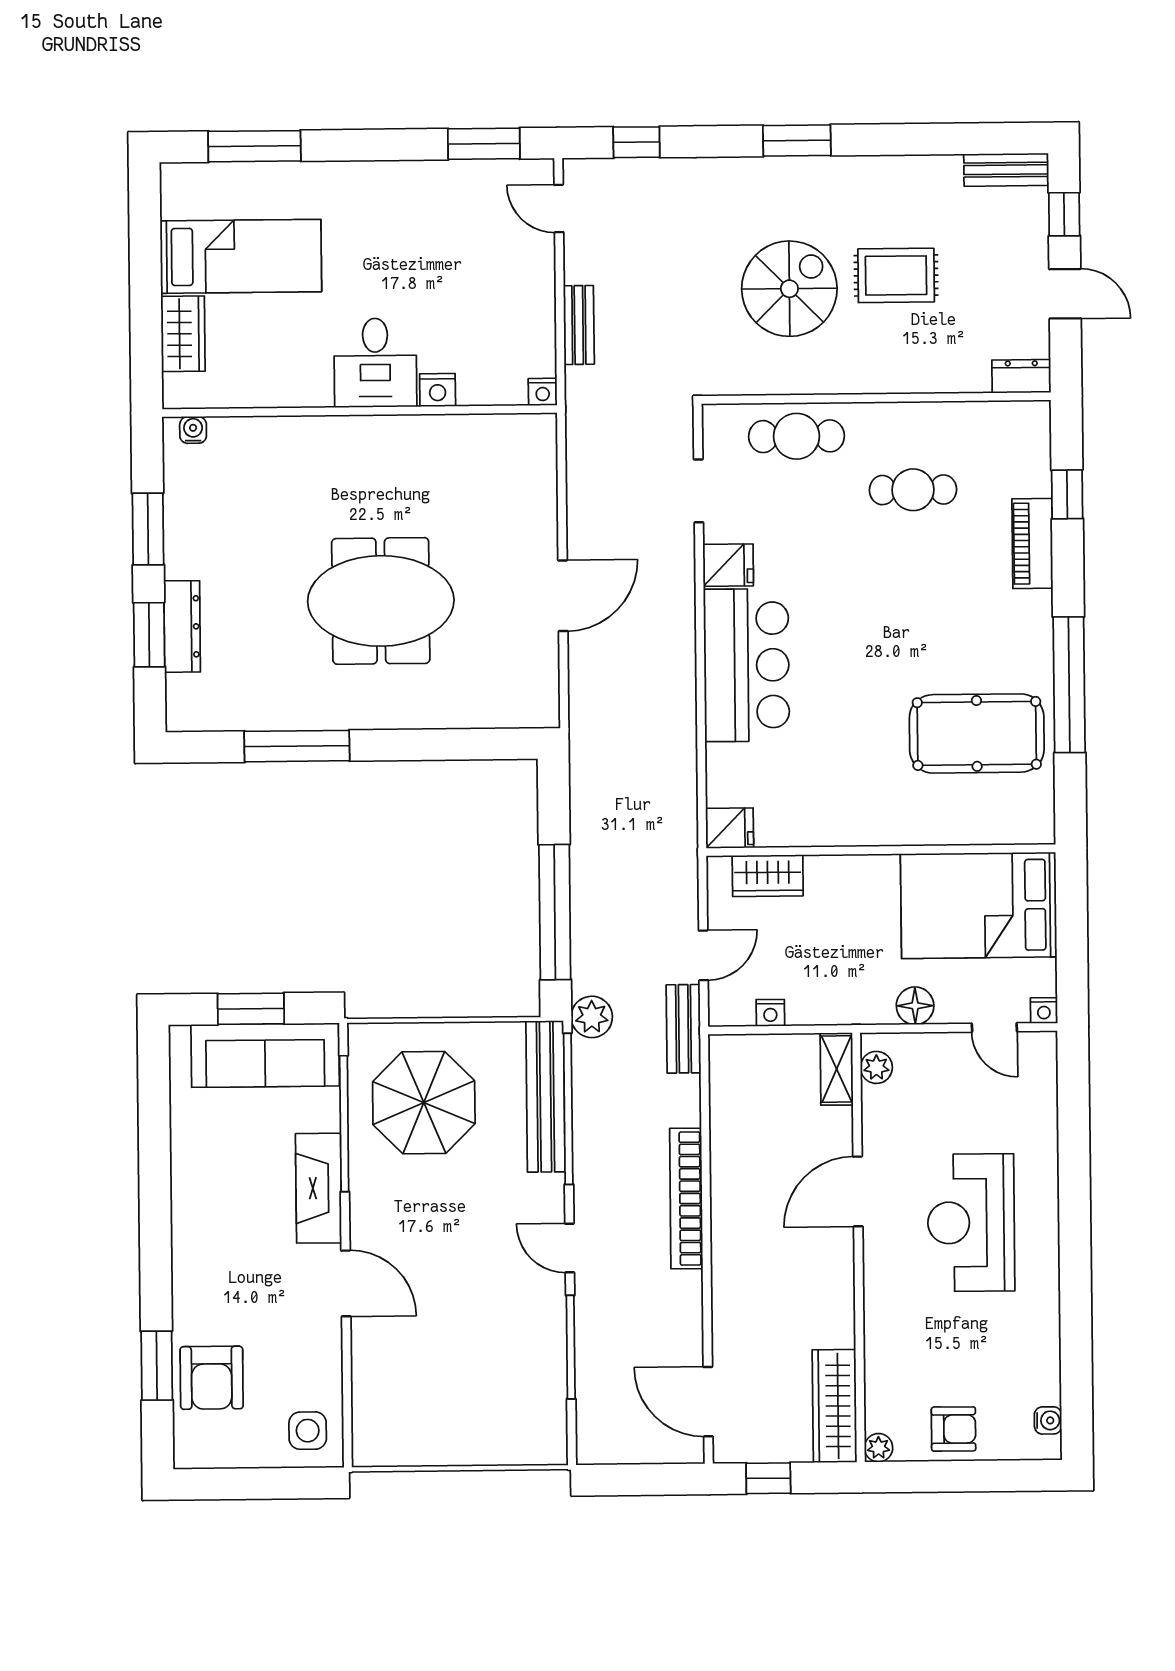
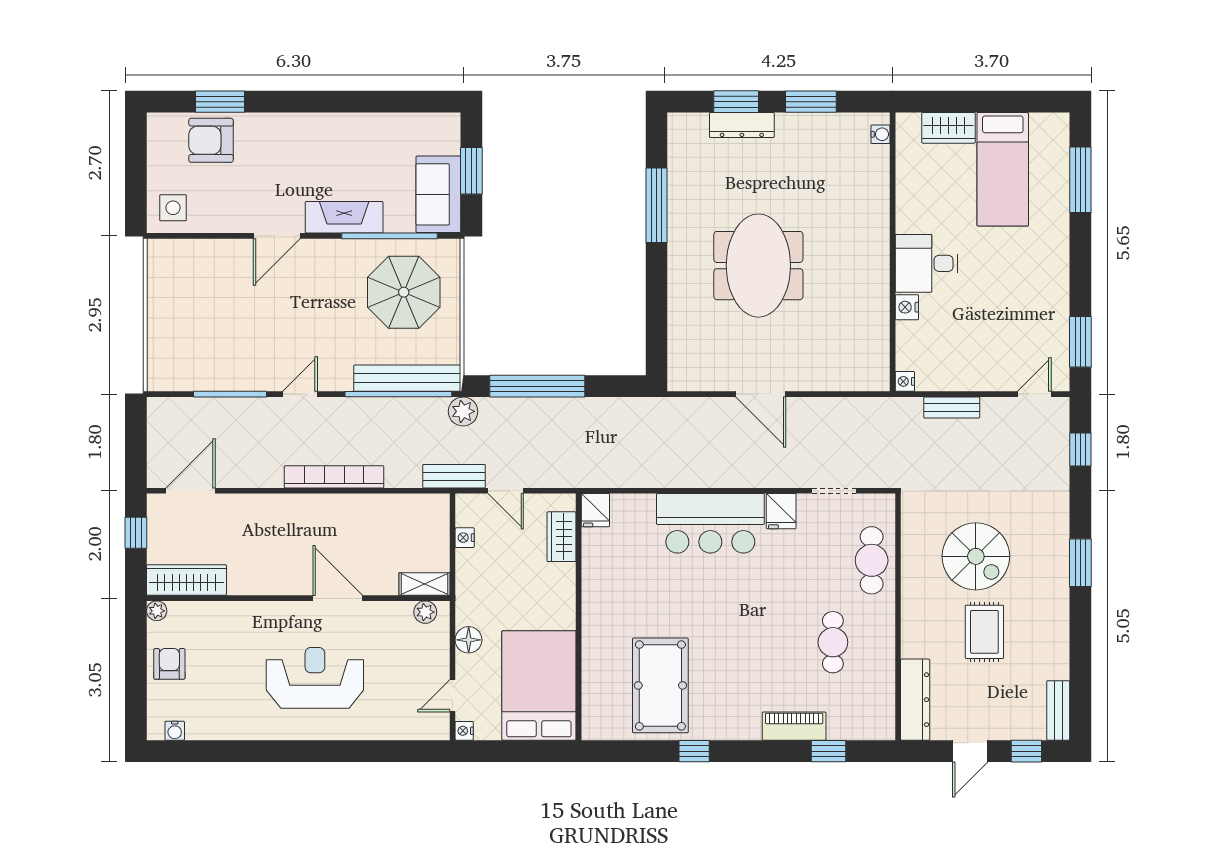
dresser: (1021, 376) -> (915, 700), width x1.96, depth x1.24
window: (1069, 685) -> (694, 751), width x0.32
sofa: (265, 1055) -> (438, 194), width x0.73
armchair: (954, 1429) -> (169, 664), turned 180

